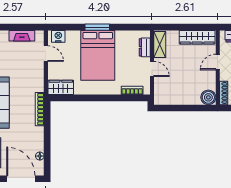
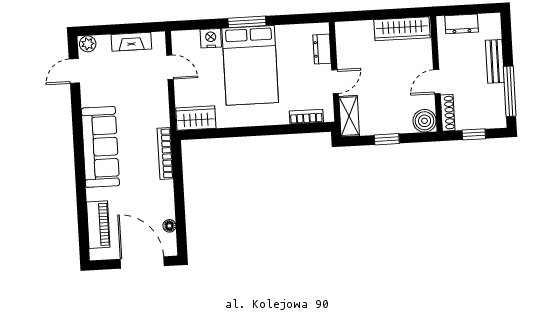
nightstand: (58, 36) -> (211, 38), moved
shelving: (160, 44) -> (349, 116), moved
door: (218, 62) -> (437, 82), moved
door: (152, 69) -> (335, 82), hinge flipped
window: (183, 108) -> (387, 139), added

